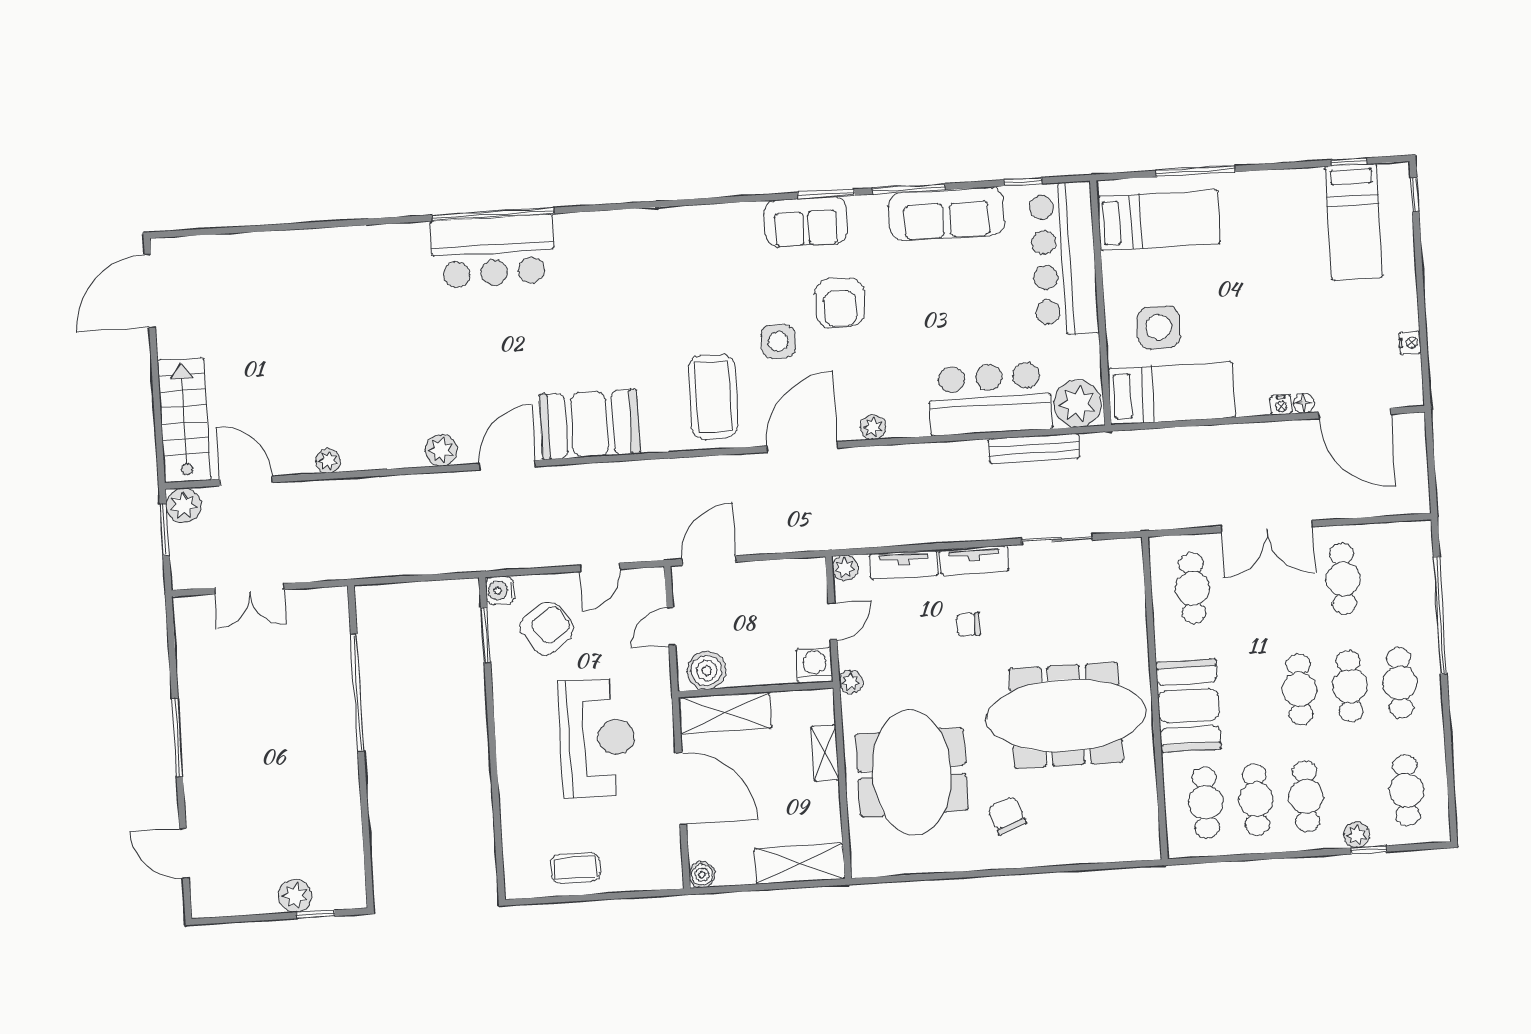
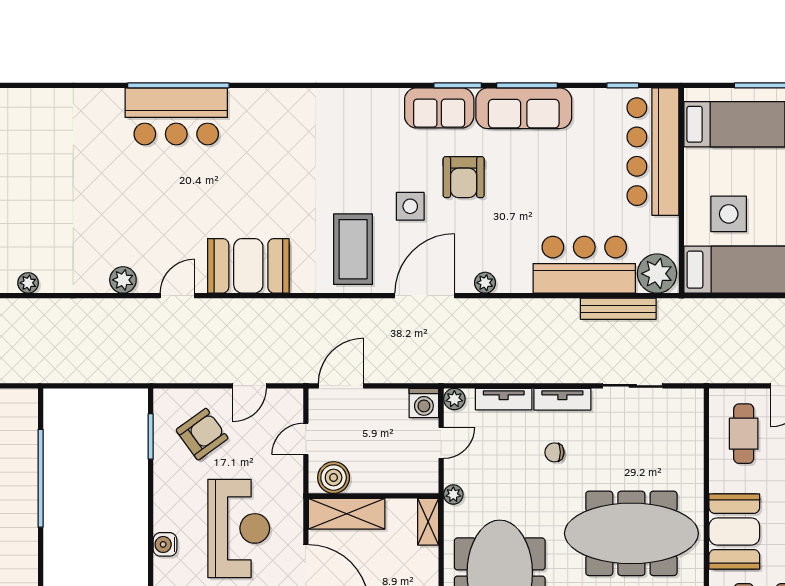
sofa: (946, 214) -> (524, 108), moved
door: (507, 465) -> (177, 296), width x0.73
water cooler: (500, 590) -> (165, 544), moved
washing machine: (815, 665) -> (424, 403), moved, turned 180
shelving: (825, 753) -> (428, 522), moved

